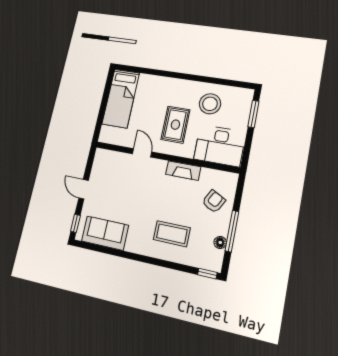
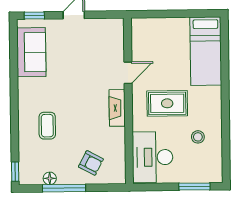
bed: (121, 98) -> (206, 51), moved, turned -90
stool: (210, 104) -> (198, 137), width x0.53, depth x0.53
fireplace: (183, 171) -> (117, 108), moved
coffee table: (172, 234) -> (47, 126), width x0.73, depth x0.77

